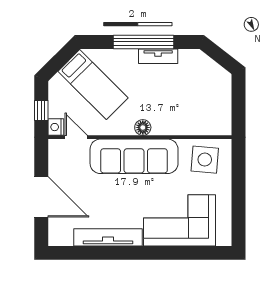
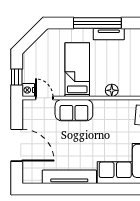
bed: (93, 85) -> (77, 70), moved, turned -135
floor lamp: (143, 127) -> (112, 90), moved
sofa: (134, 156) -> (74, 110), width x0.54, depth x0.79

